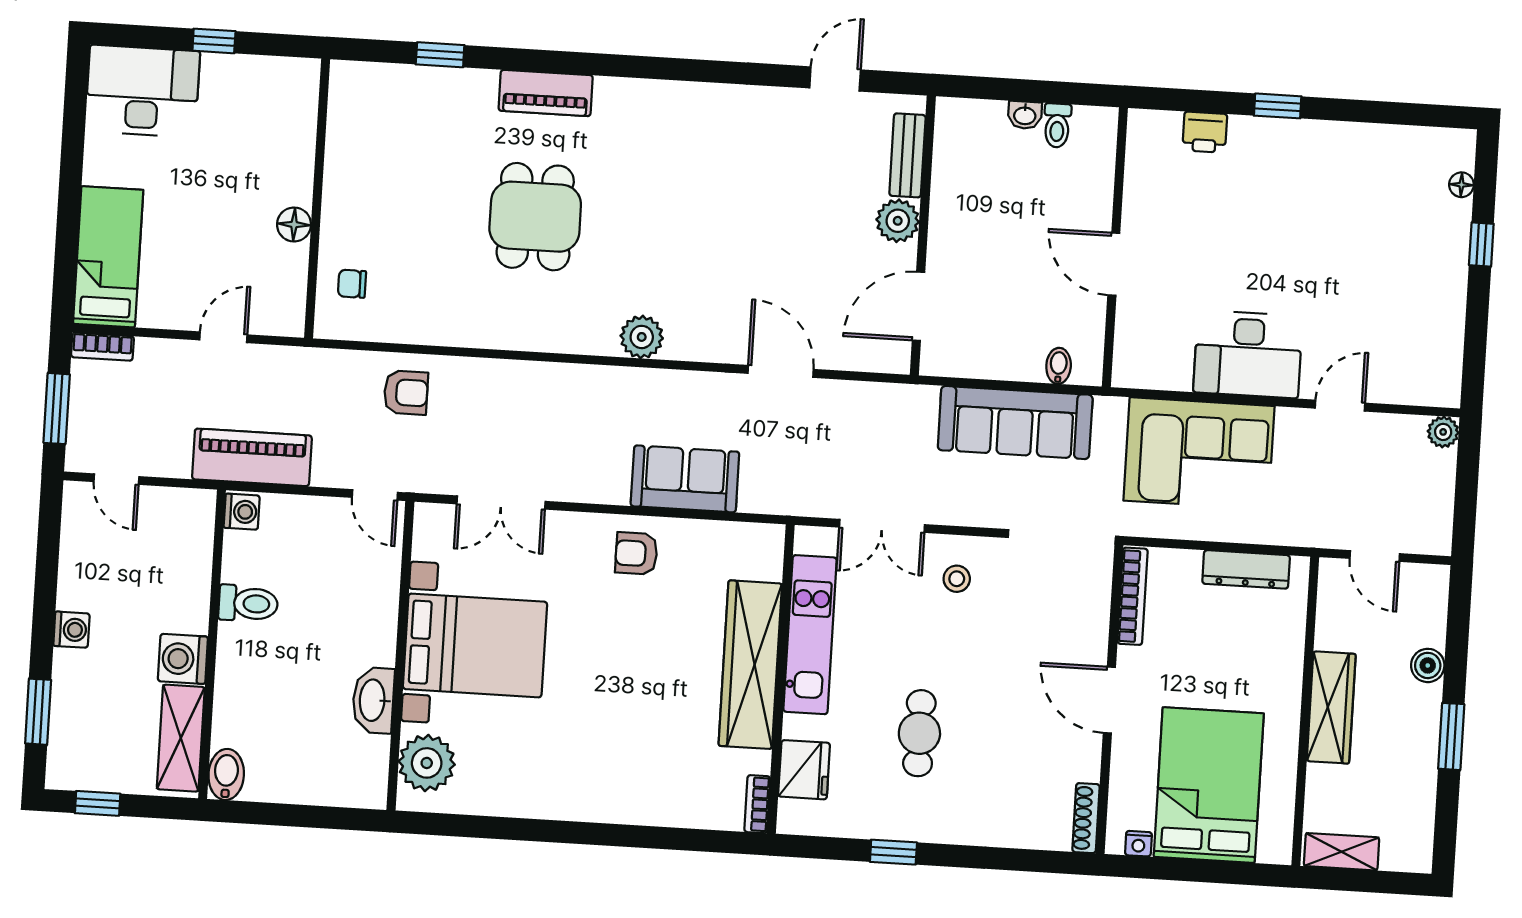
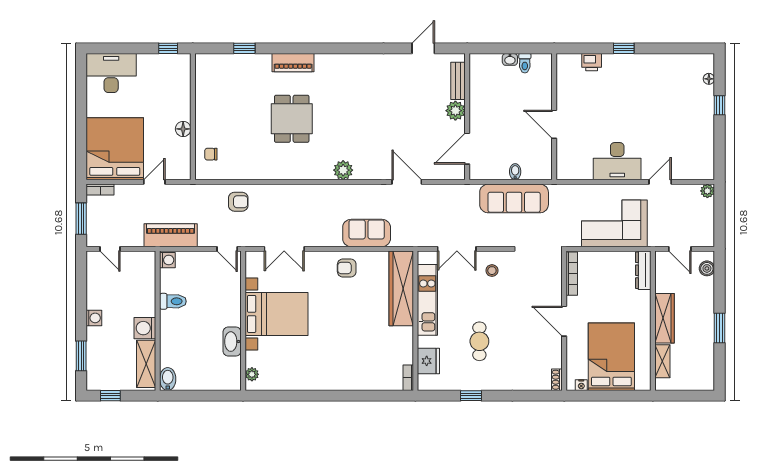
window: (214, 41) -> (168, 48), moved
bed: (108, 257) -> (115, 149), width x2.04
bidet: (1059, 366) -> (515, 172), moved
corner sofa: (1199, 453) -> (614, 223), moved, turned 180
dresser: (1246, 569) -> (643, 270), moved, turned 90
wardrobe: (750, 665) -> (401, 288), moved
boiler: (1428, 665) -> (707, 268), moved
plant: (427, 763) -> (252, 374), width x0.53, depth x0.53
shoe rack: (1086, 818) -> (557, 380), width x0.70
shelving: (1342, 852) -> (662, 361), moved, turned 90

